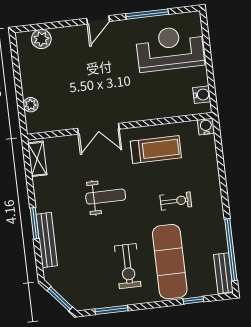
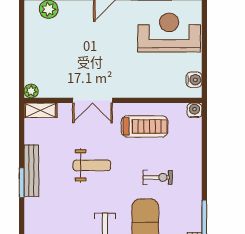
plant: (31, 105) -> (31, 91), moved
shelving: (37, 159) -> (40, 110), moved, turned 90
bench: (47, 240) -> (31, 171), moved

